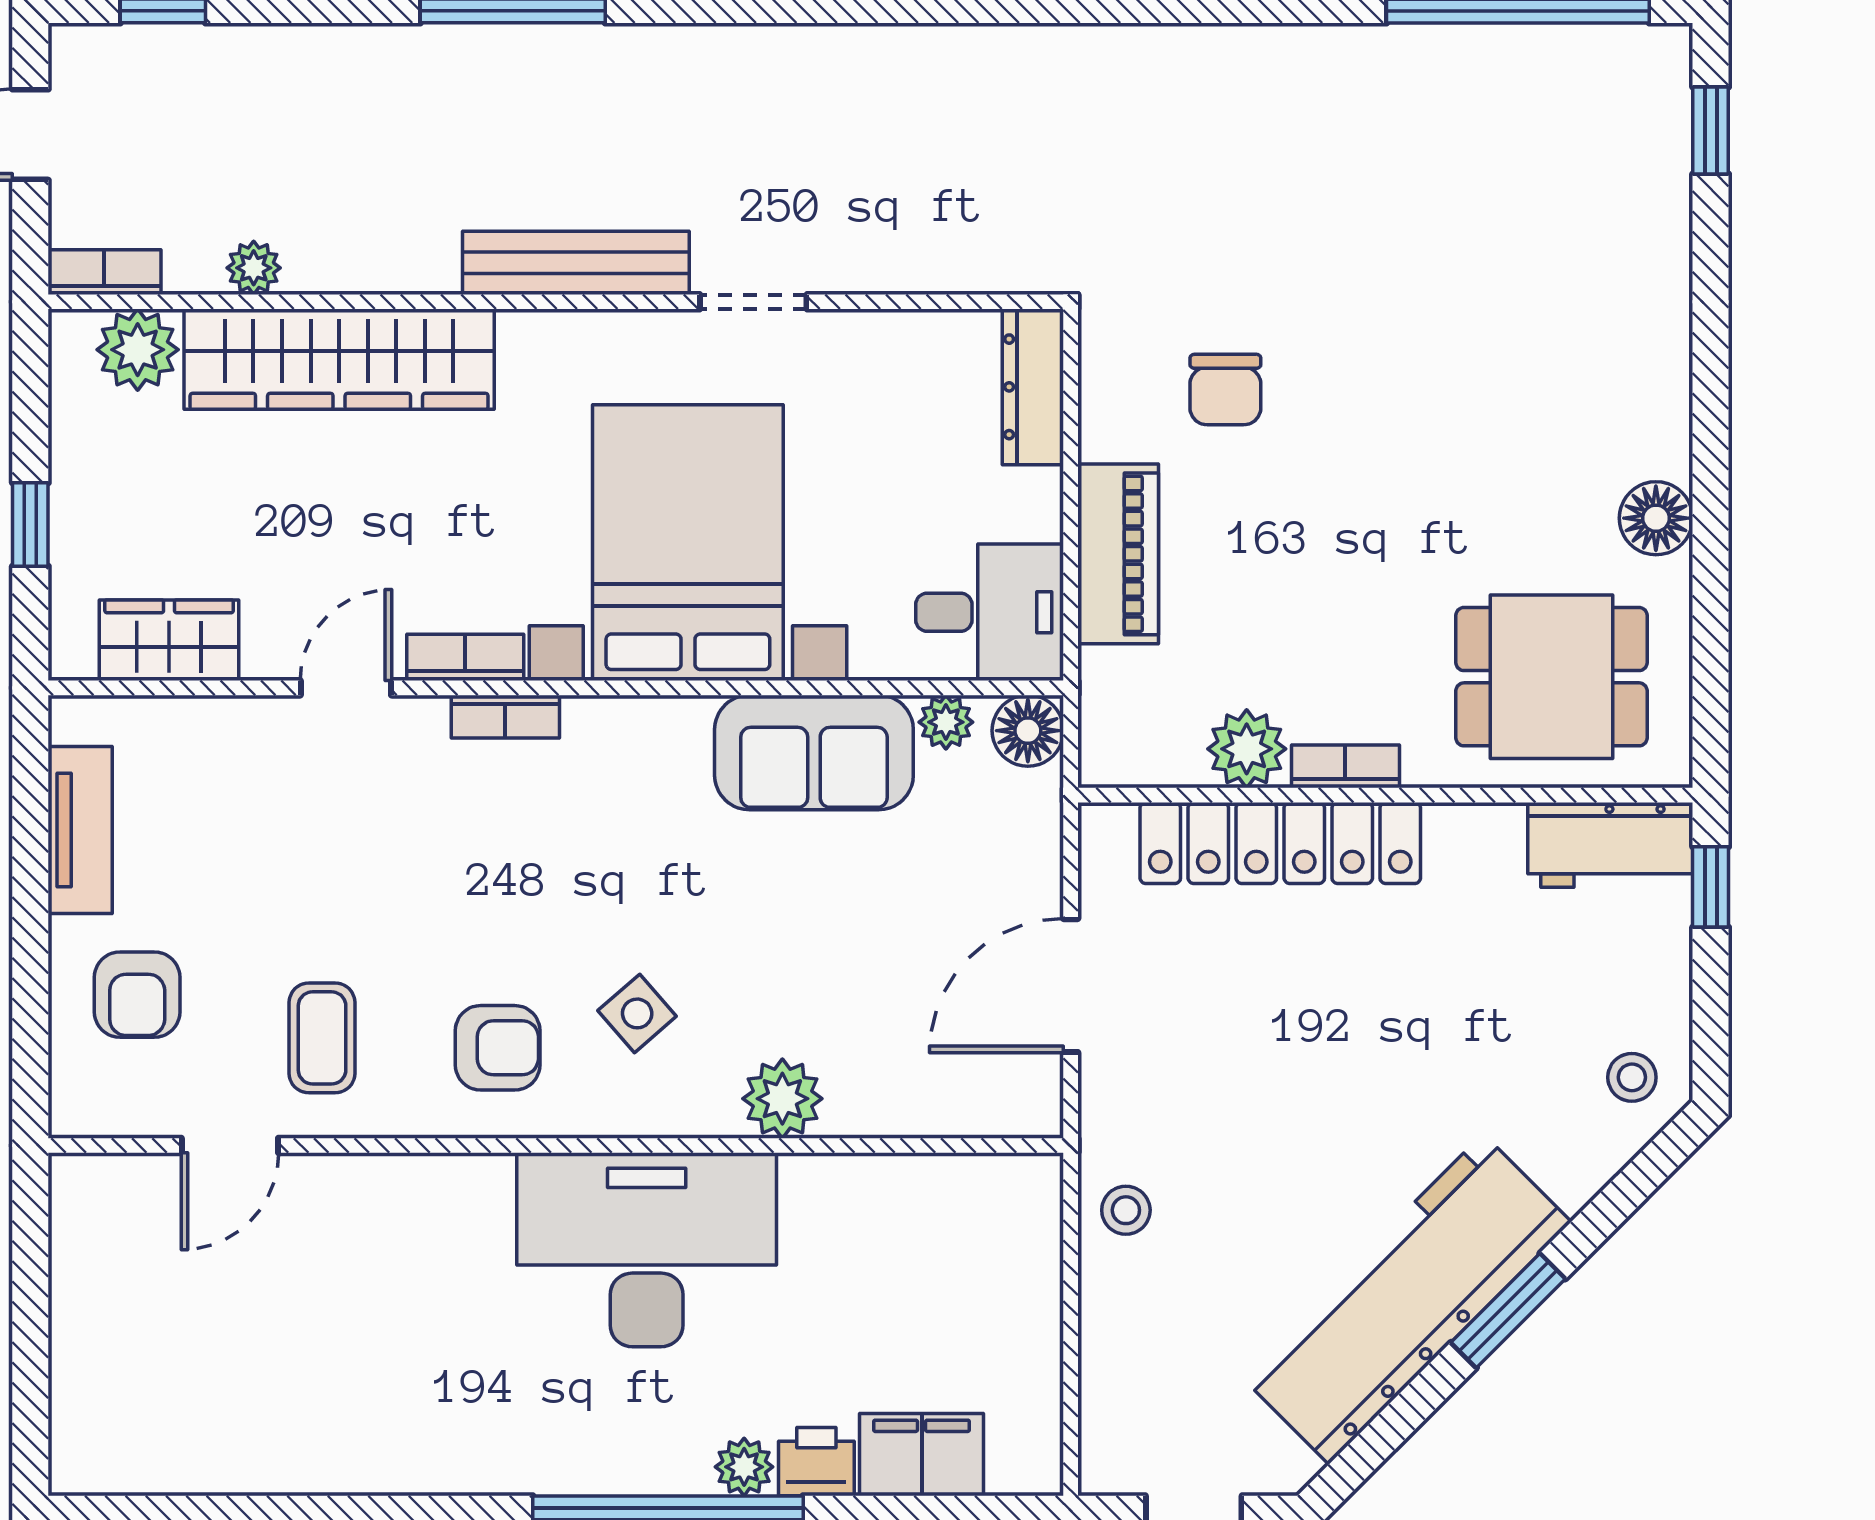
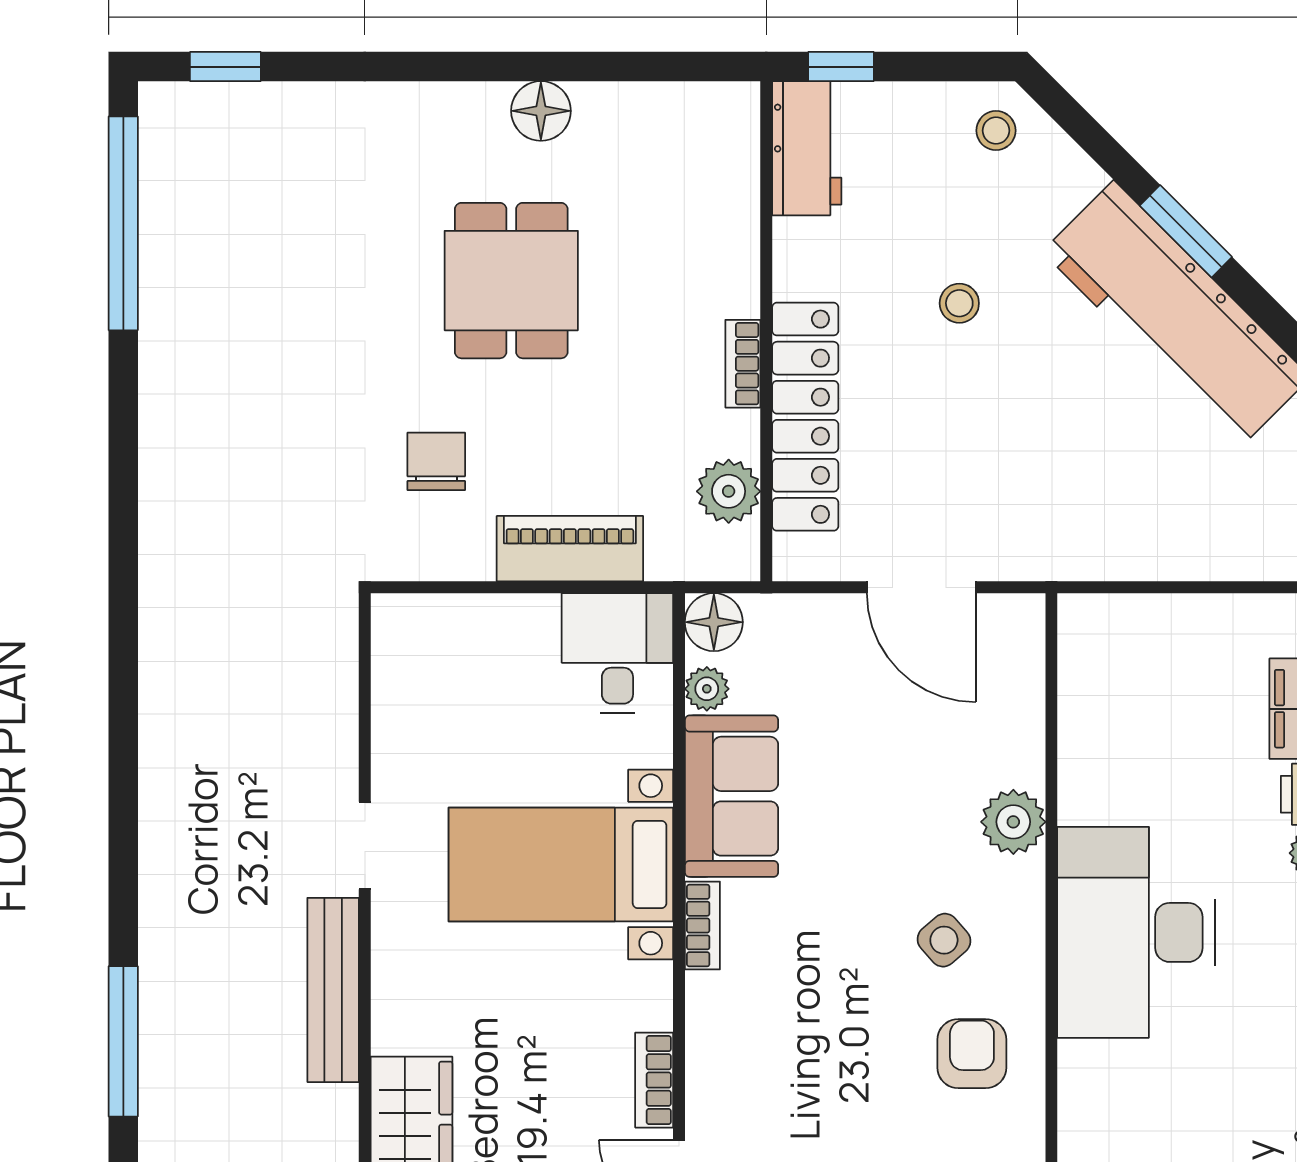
dresser: (1033, 387) -> (434, 618), removed
chair: (1225, 390) -> (436, 461), turned -90
bed with nightstands: (688, 543) -> (561, 864), width x0.73
dining table: (1552, 677) -> (511, 281), moved
bookcase: (505, 717) -> (702, 926), moved
plant: (1247, 749) -> (729, 491), moved
stool: (1126, 1210) -> (959, 303), moved

